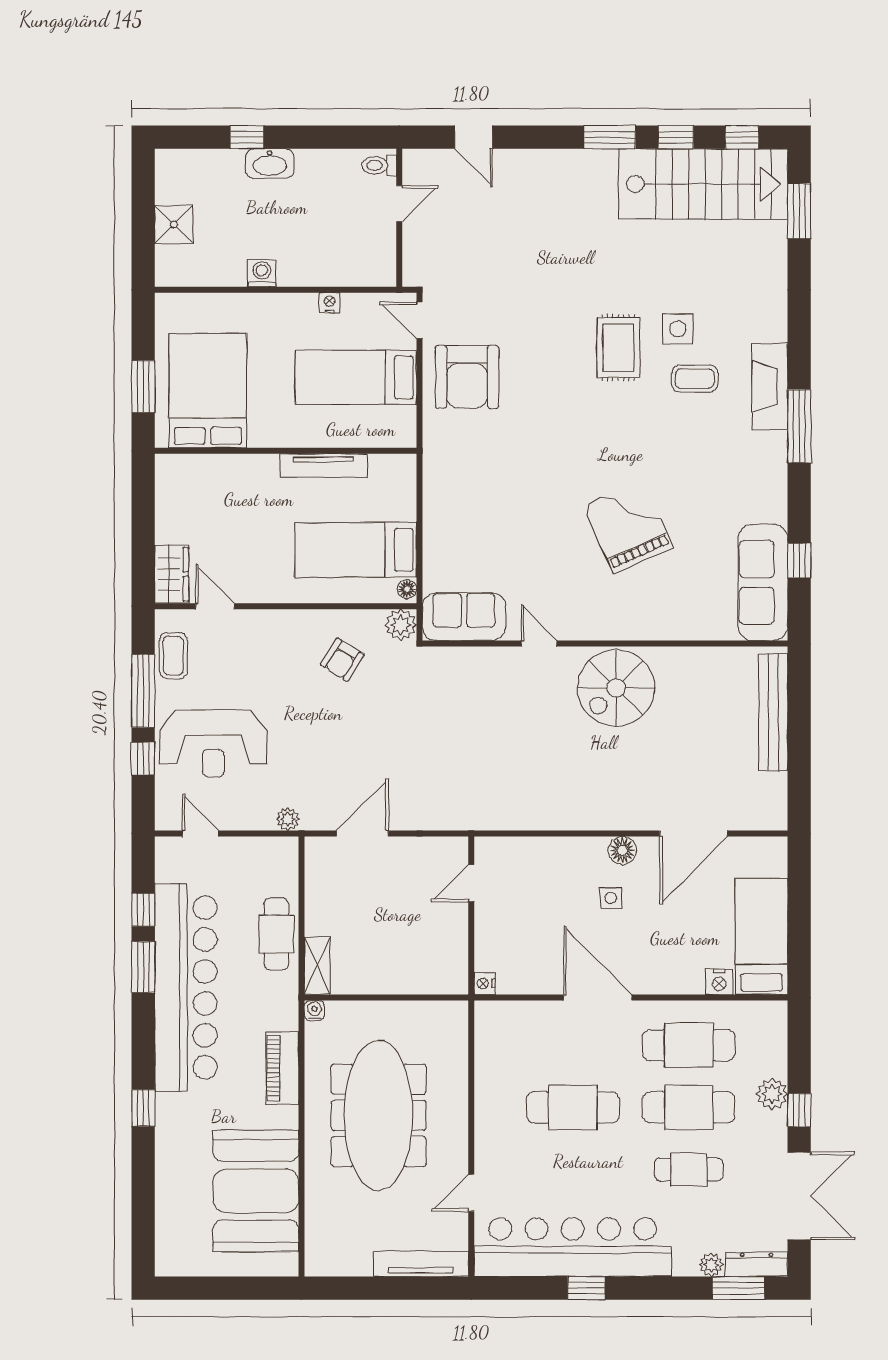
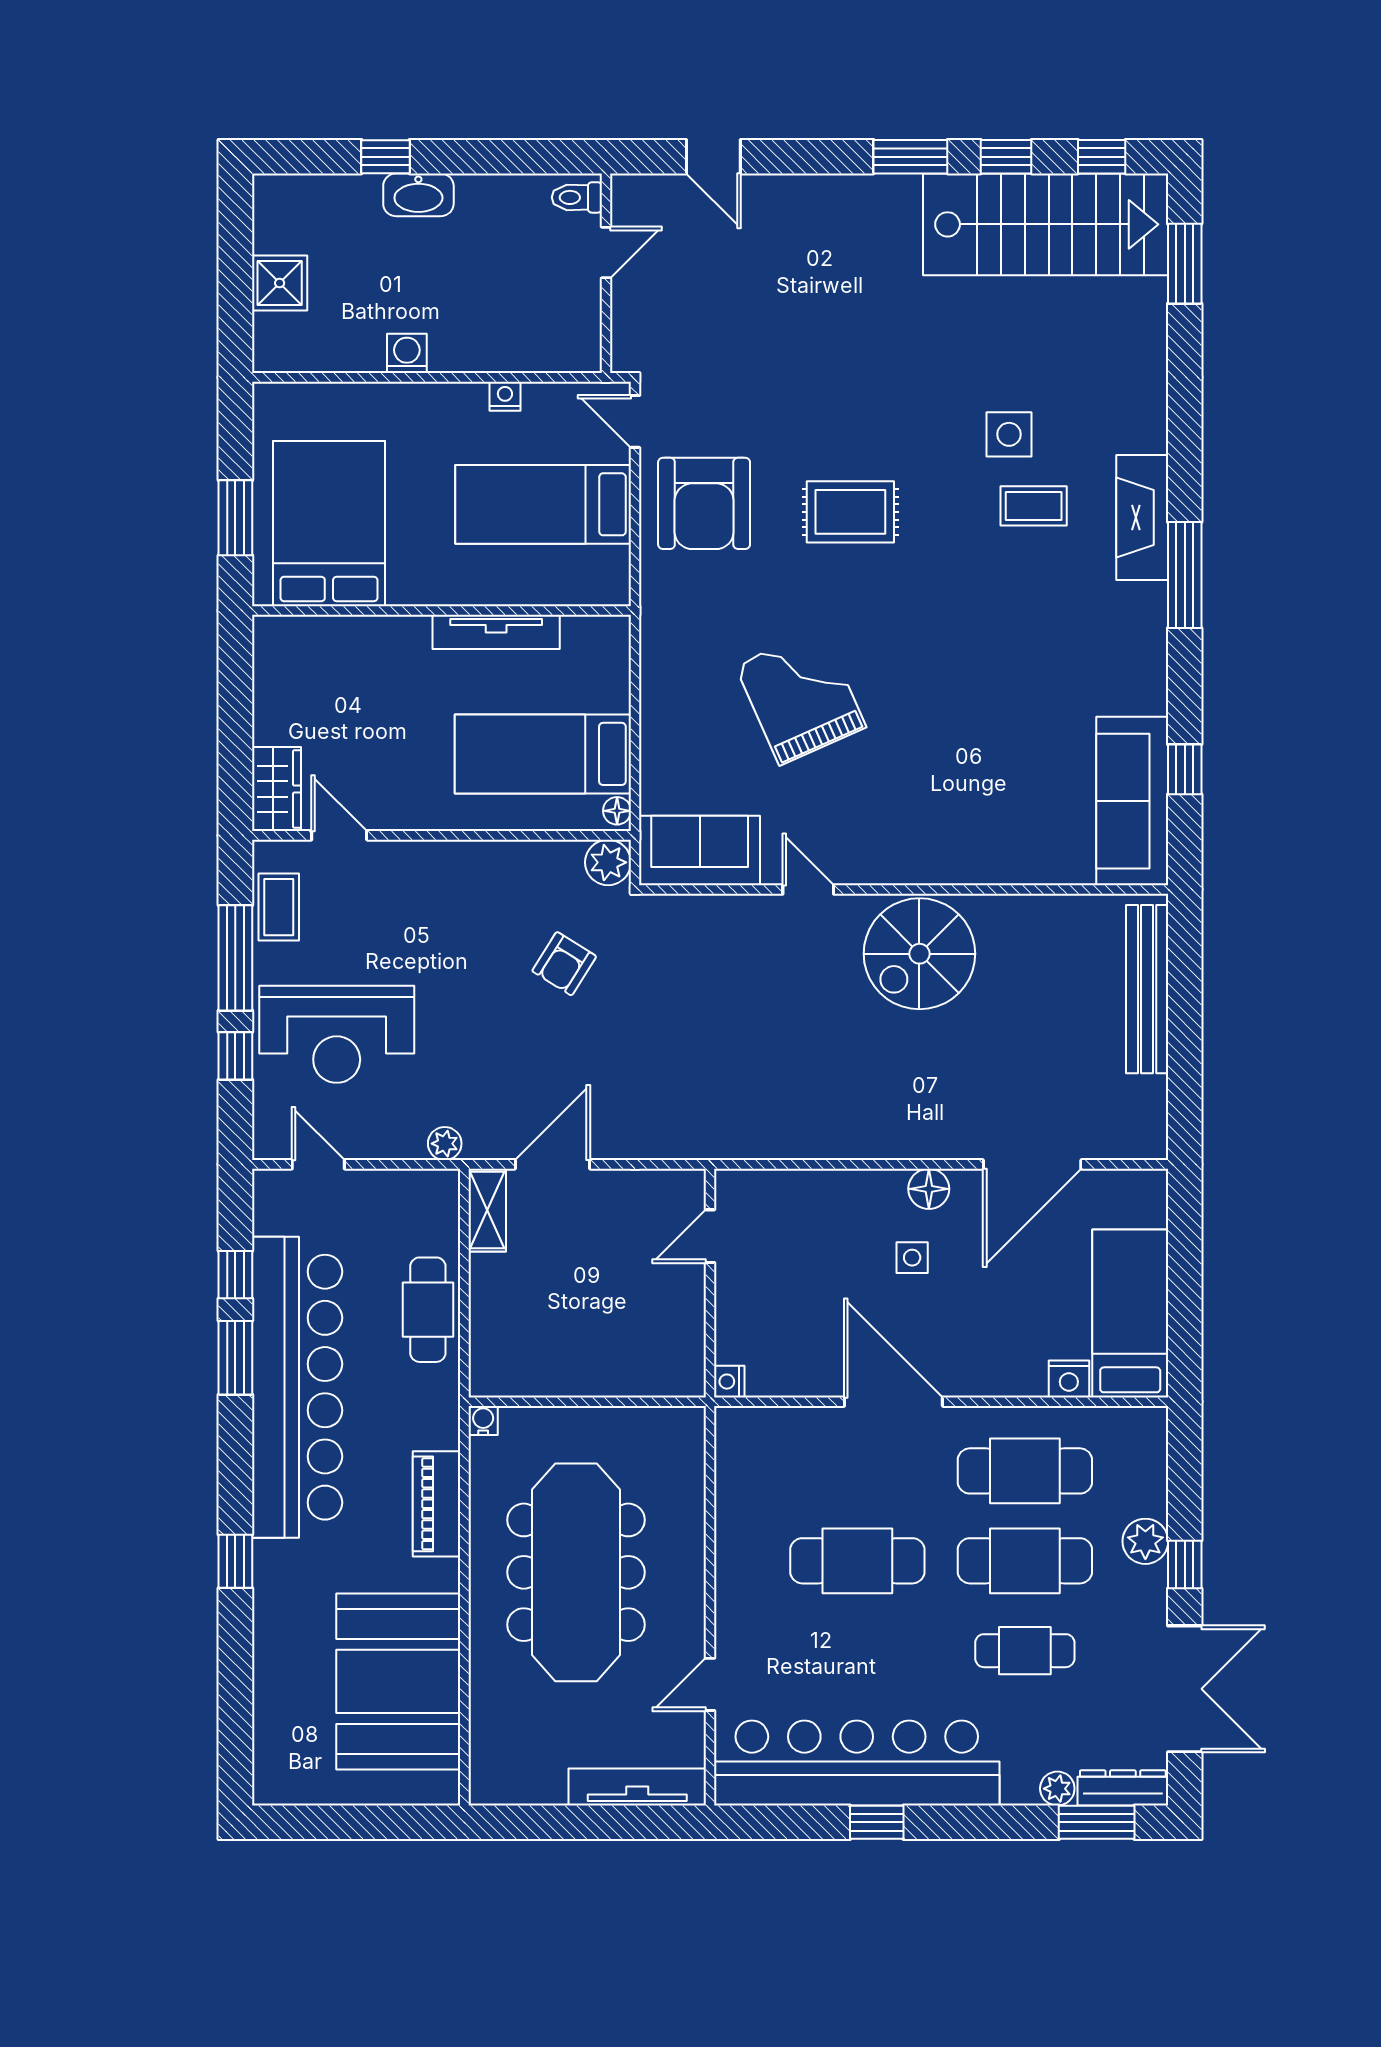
rug: (618, 348) -> (850, 512), moved, turned 90
grand piano: (628, 526) -> (801, 696), moved
armchair: (342, 660) -> (564, 964), moved
shelving: (317, 966) -> (487, 1210), moved

